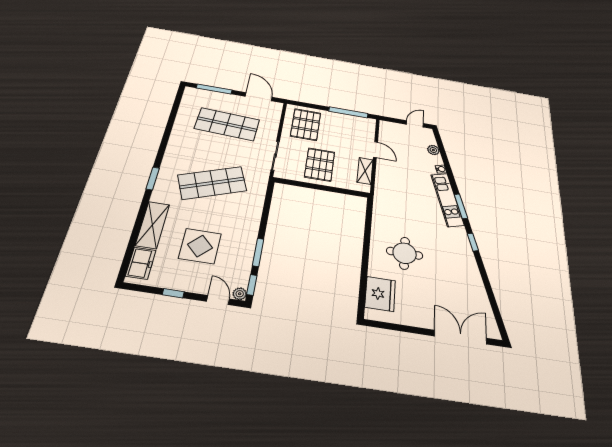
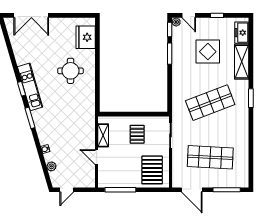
pallet: (320, 165) -> (137, 134), width x0.67, depth x0.71
kitchen unit: (447, 200) -> (30, 87), moved

